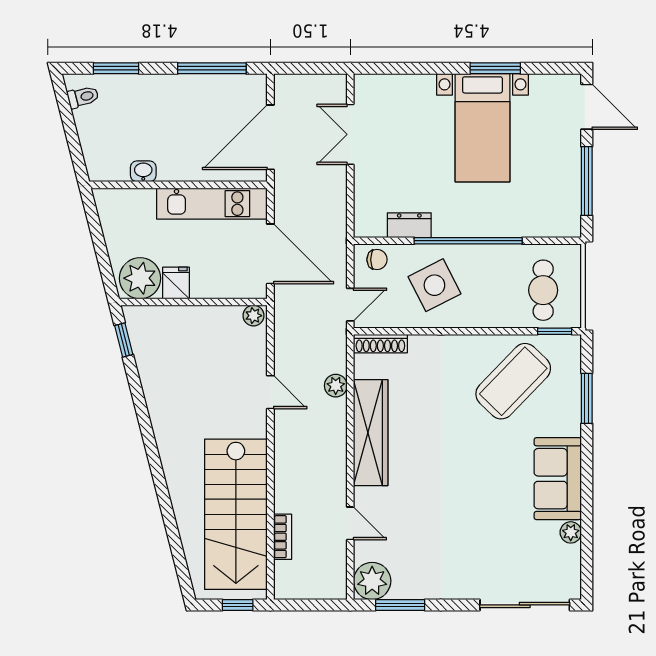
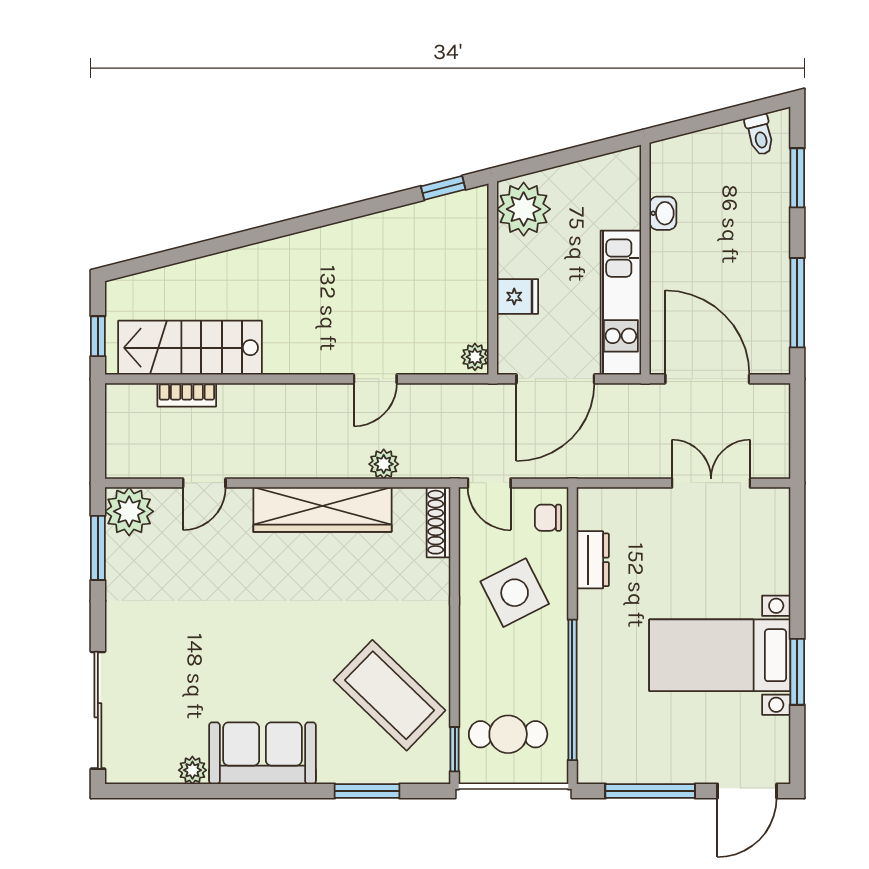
window: (468, 241) -> (572, 690), moved
chair: (377, 260) -> (548, 518), turned 90
fridge: (176, 283) -> (517, 297), moved
stairs: (236, 514) -> (190, 348), width x0.73, depth x0.66

